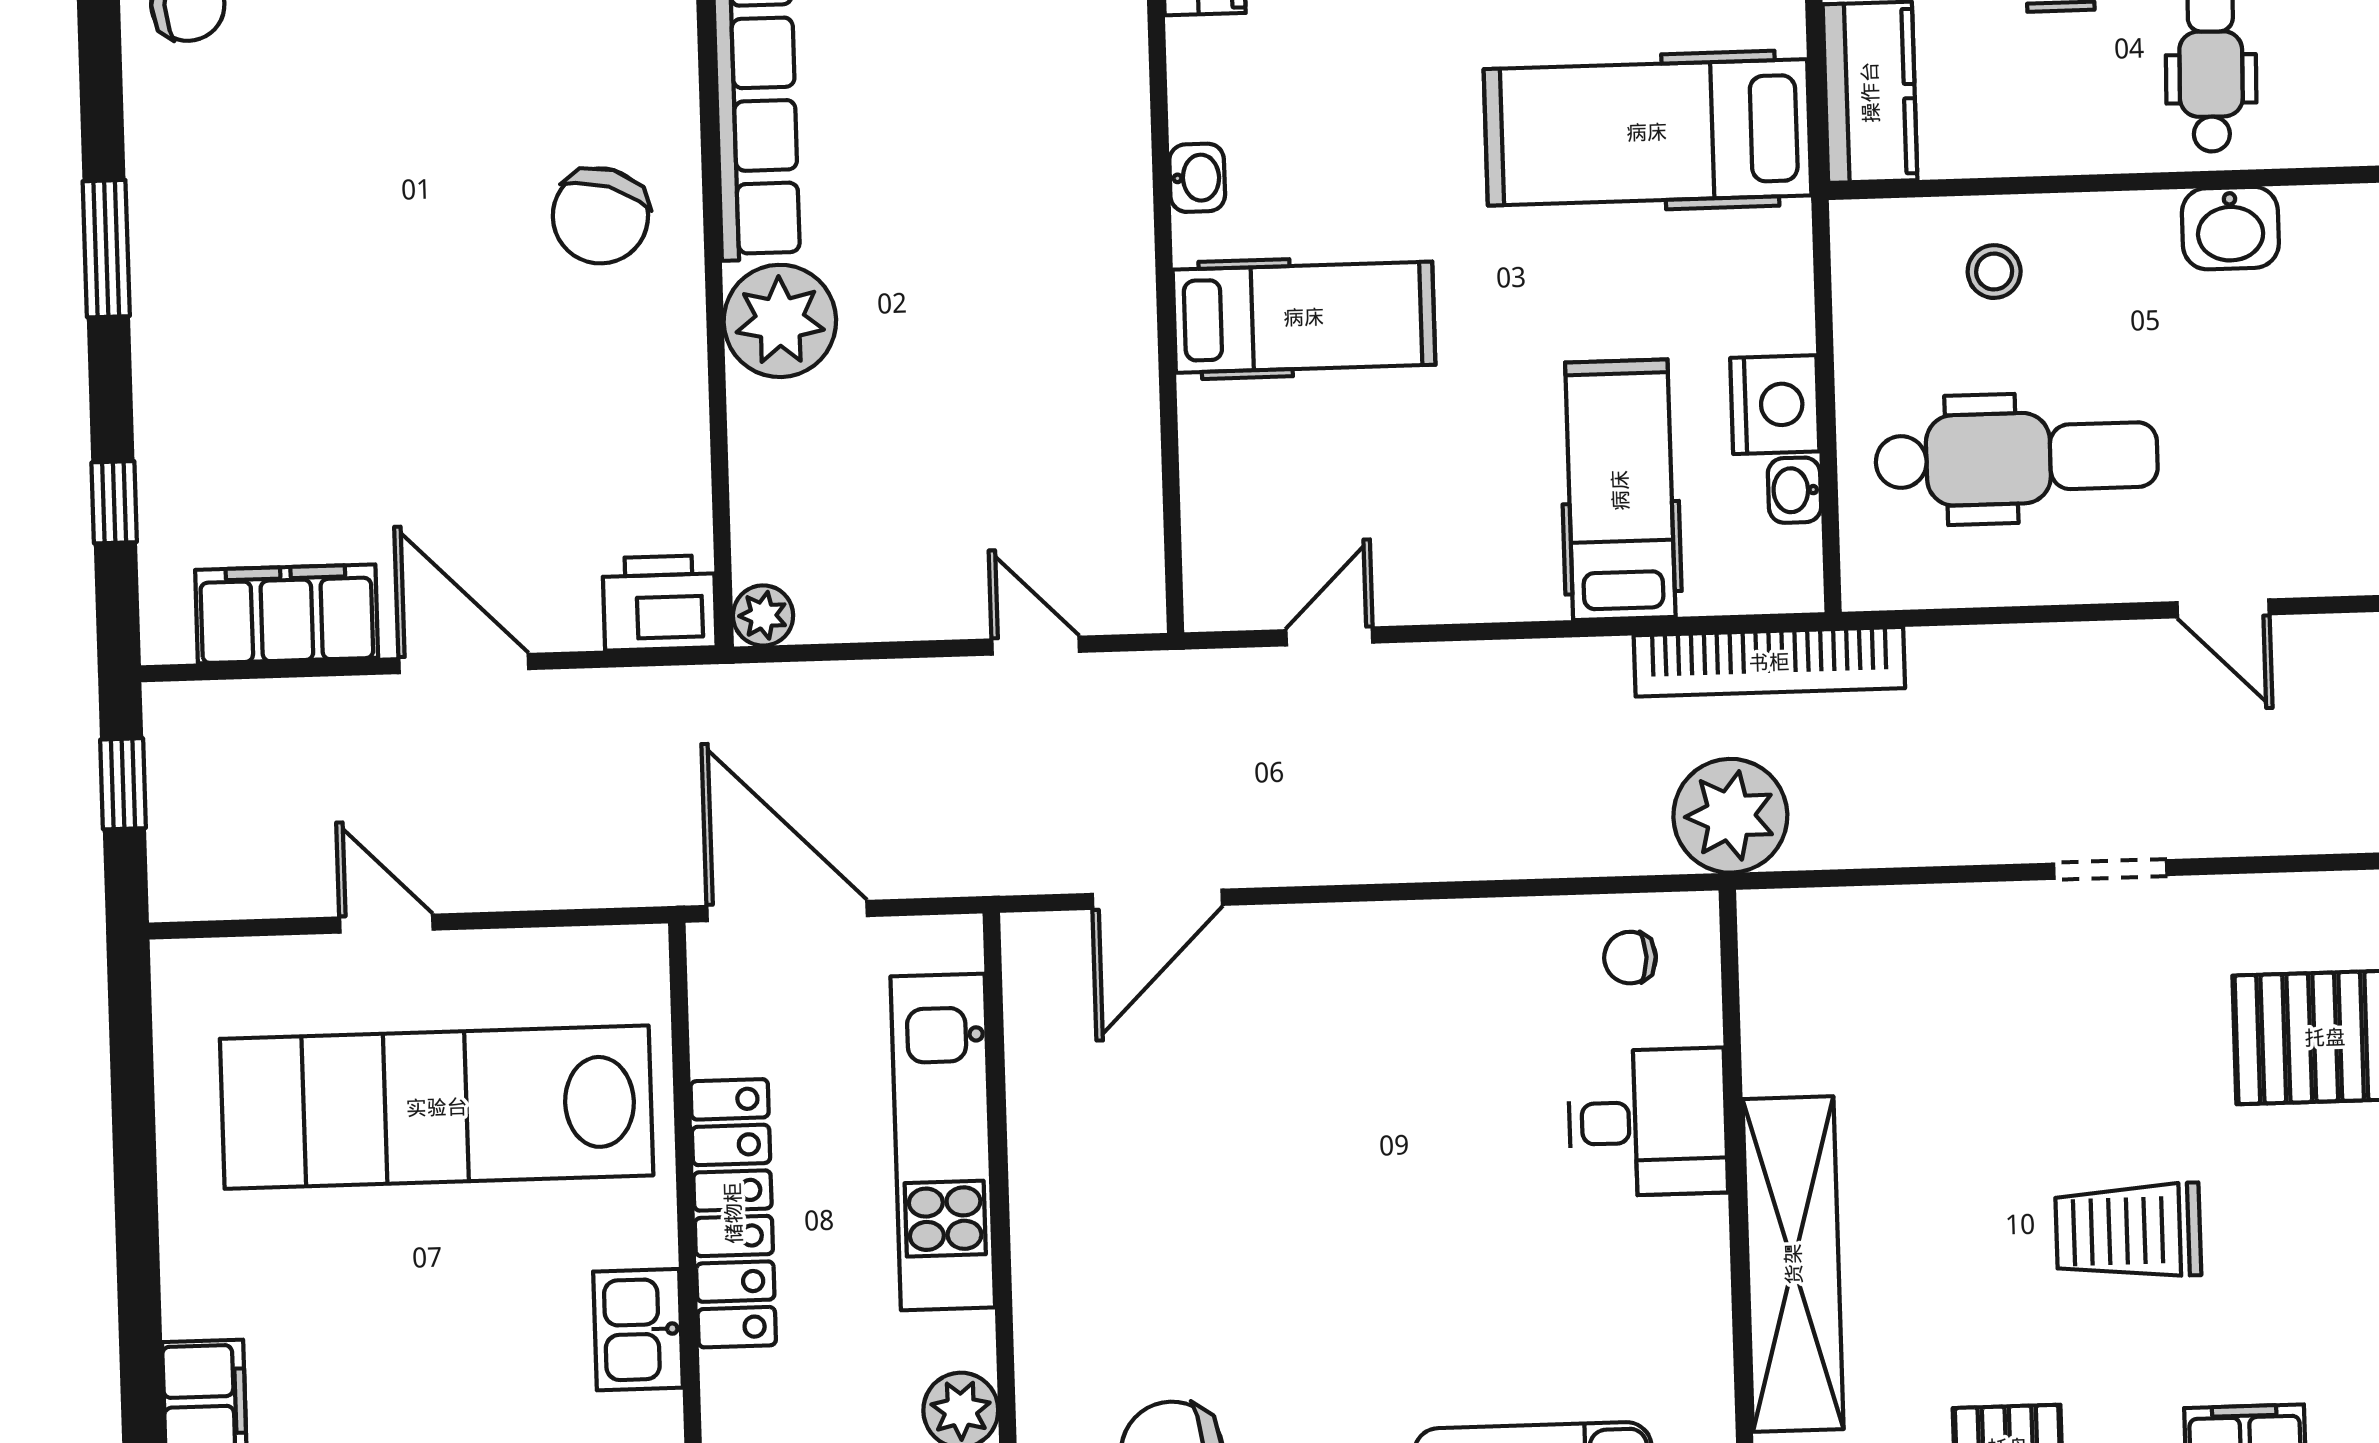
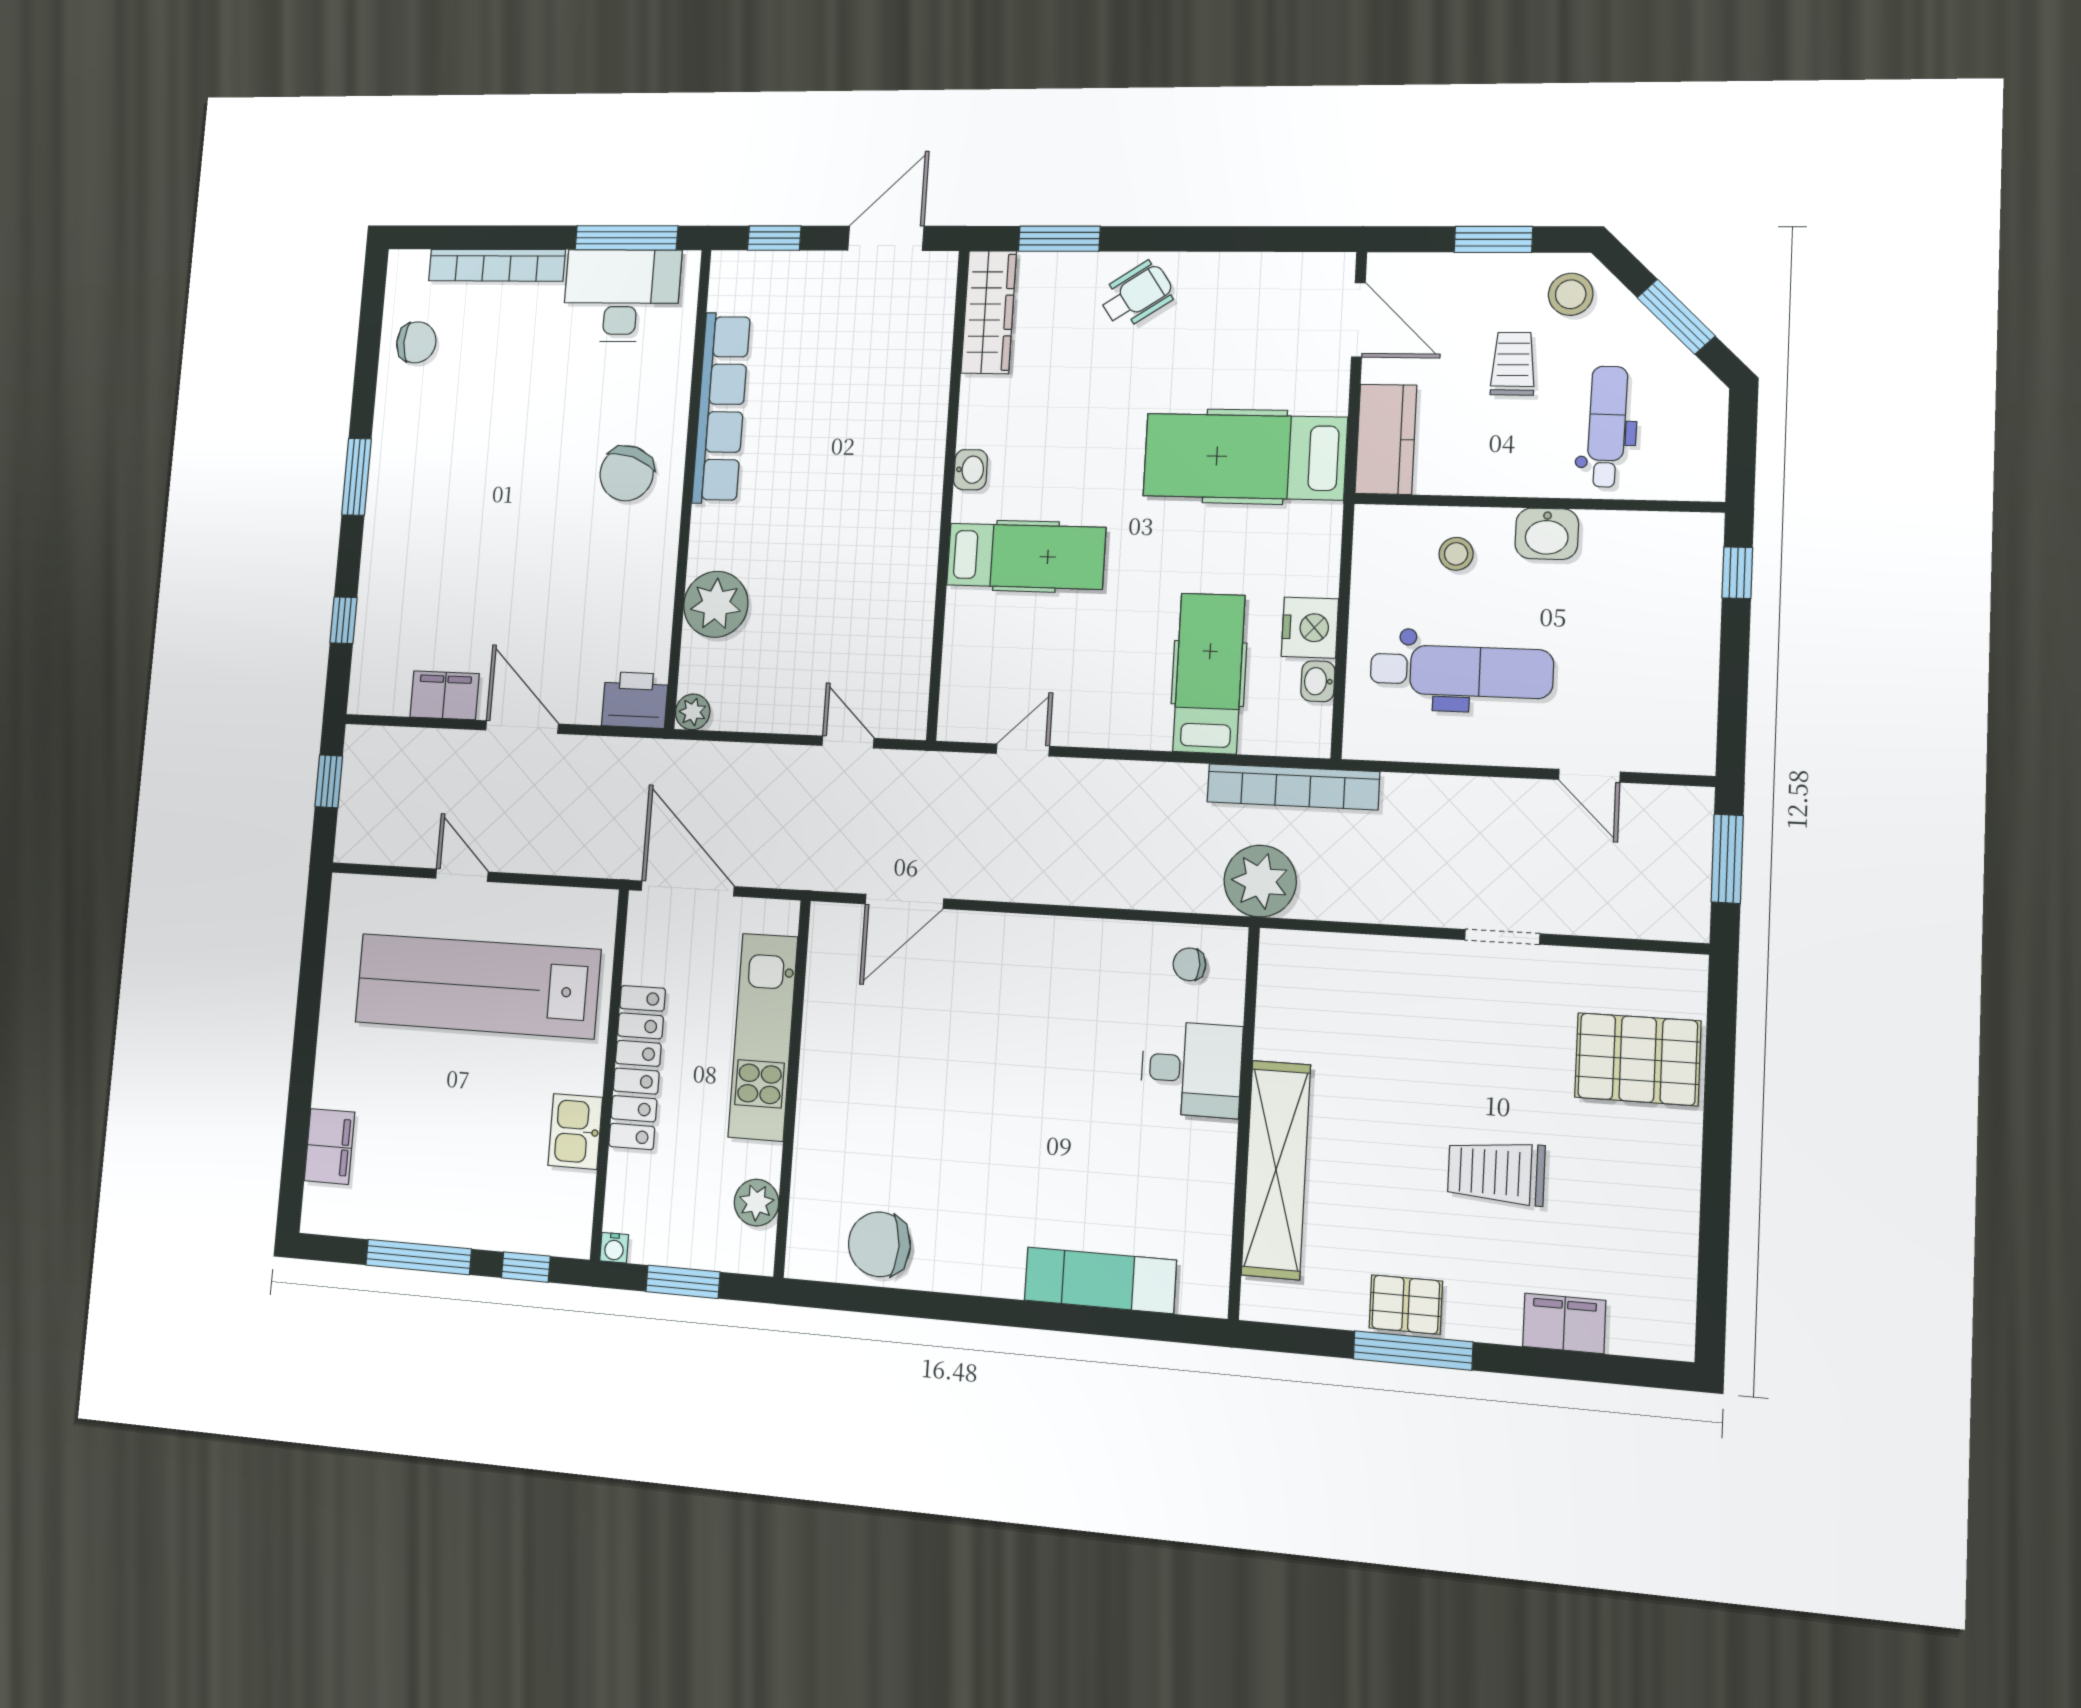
washbasin: (2230, 228) -> (1547, 534), moved
plant: (780, 321) -> (716, 604), moved
filing cabinet: (287, 614) -> (444, 695), width x0.67, depth x0.86

